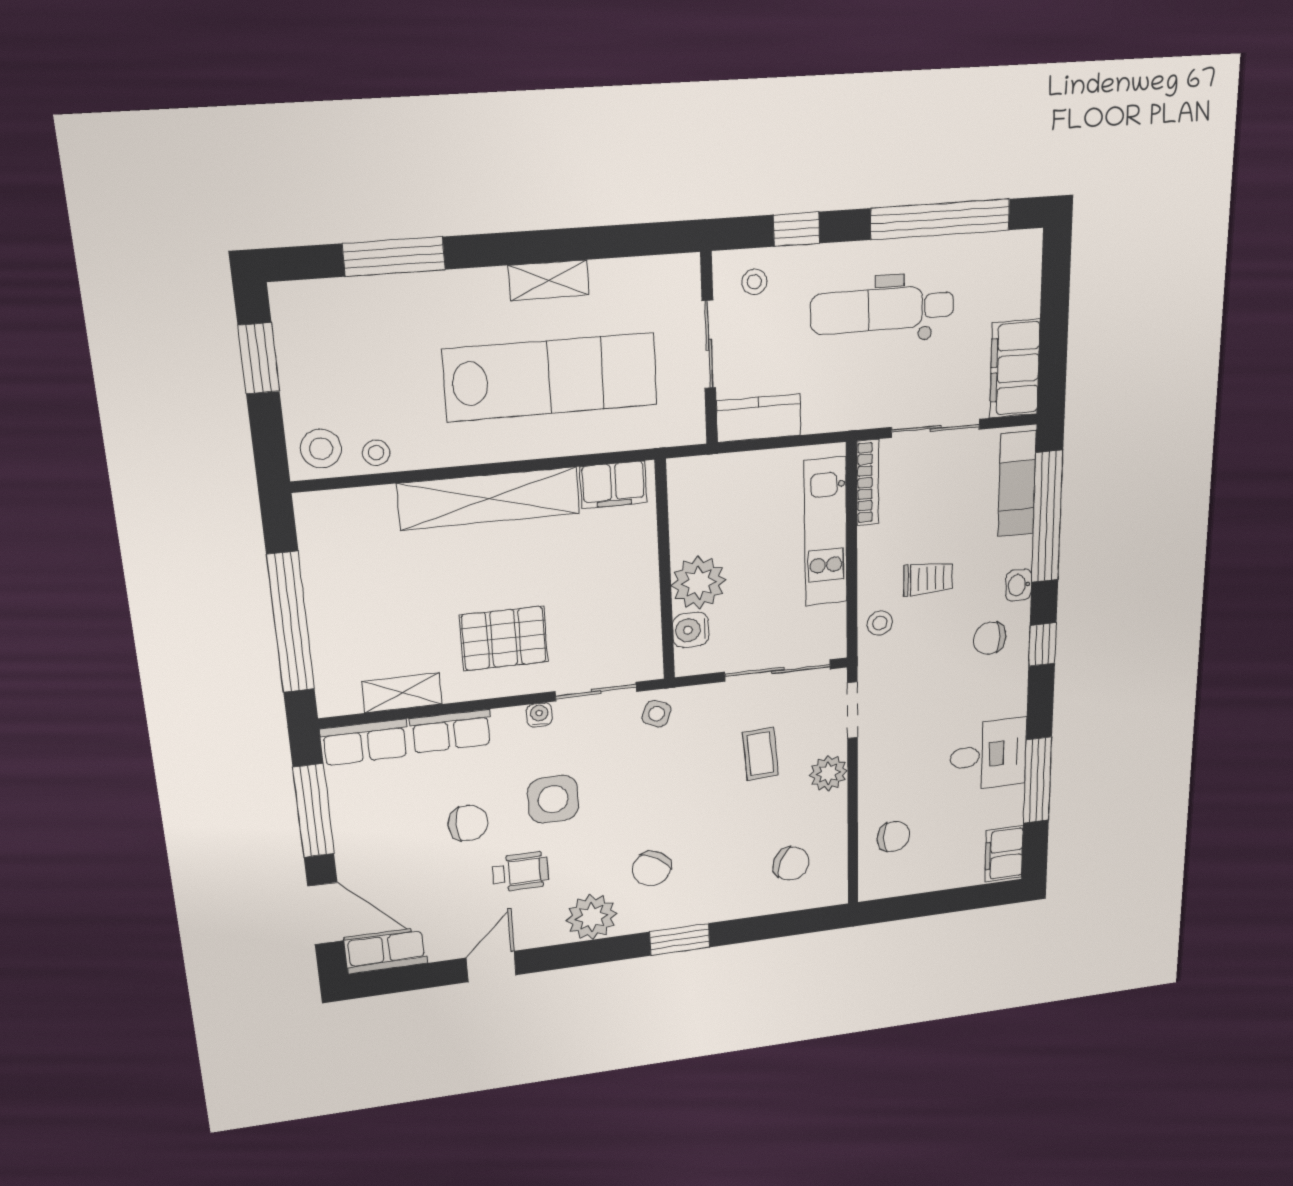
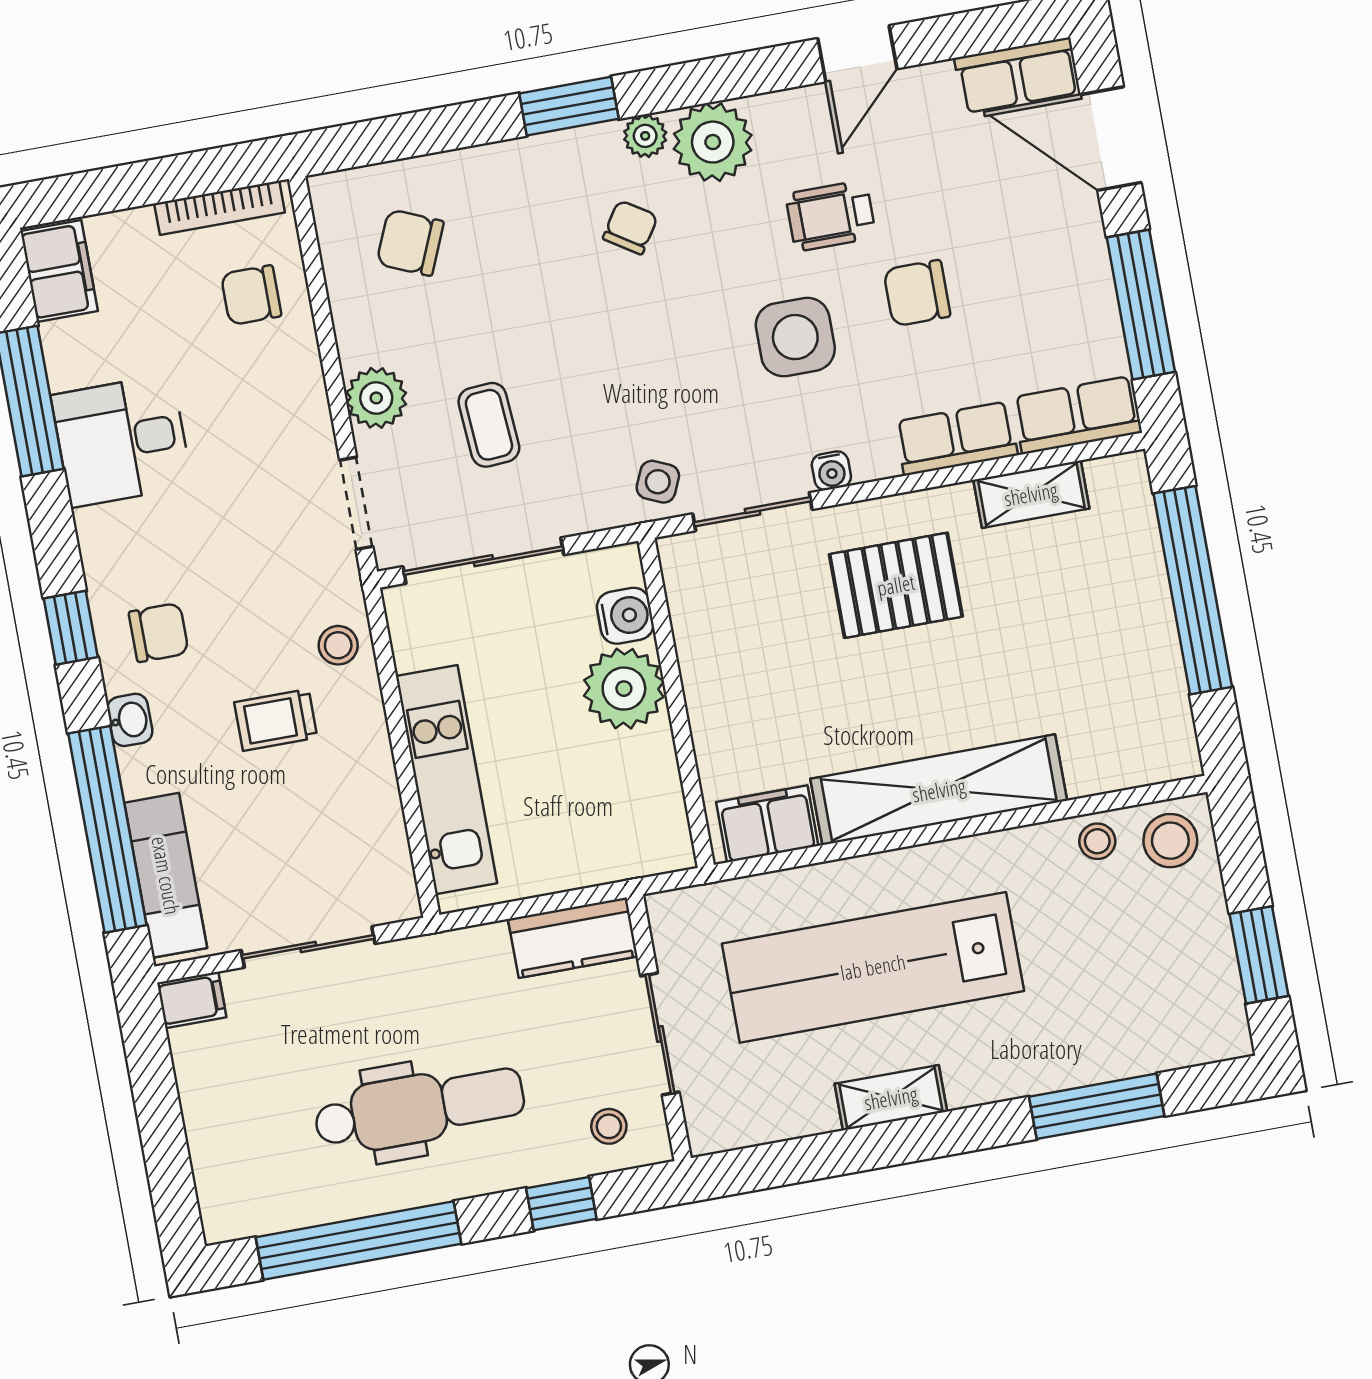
filing cabinet: (1015, 369) -> (192, 1000), width x0.33, depth x0.86
bookcase: (868, 482) -> (220, 208), moved, turned -90
chair: (652, 869) -> (630, 227), width x0.73, depth x0.73
plant: (634, 921) -> (645, 136), added

